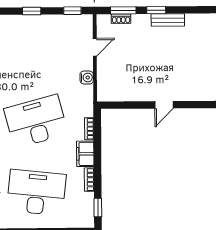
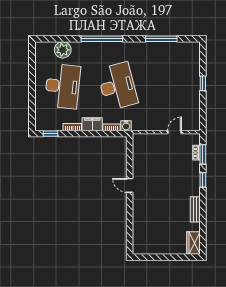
window: (72, 11) -> (203, 115), removed
bench: (168, 20) -> (195, 209), moved
door: (95, 47) -> (175, 132), swing flipped
water cooler: (87, 78) -> (126, 126), moved

